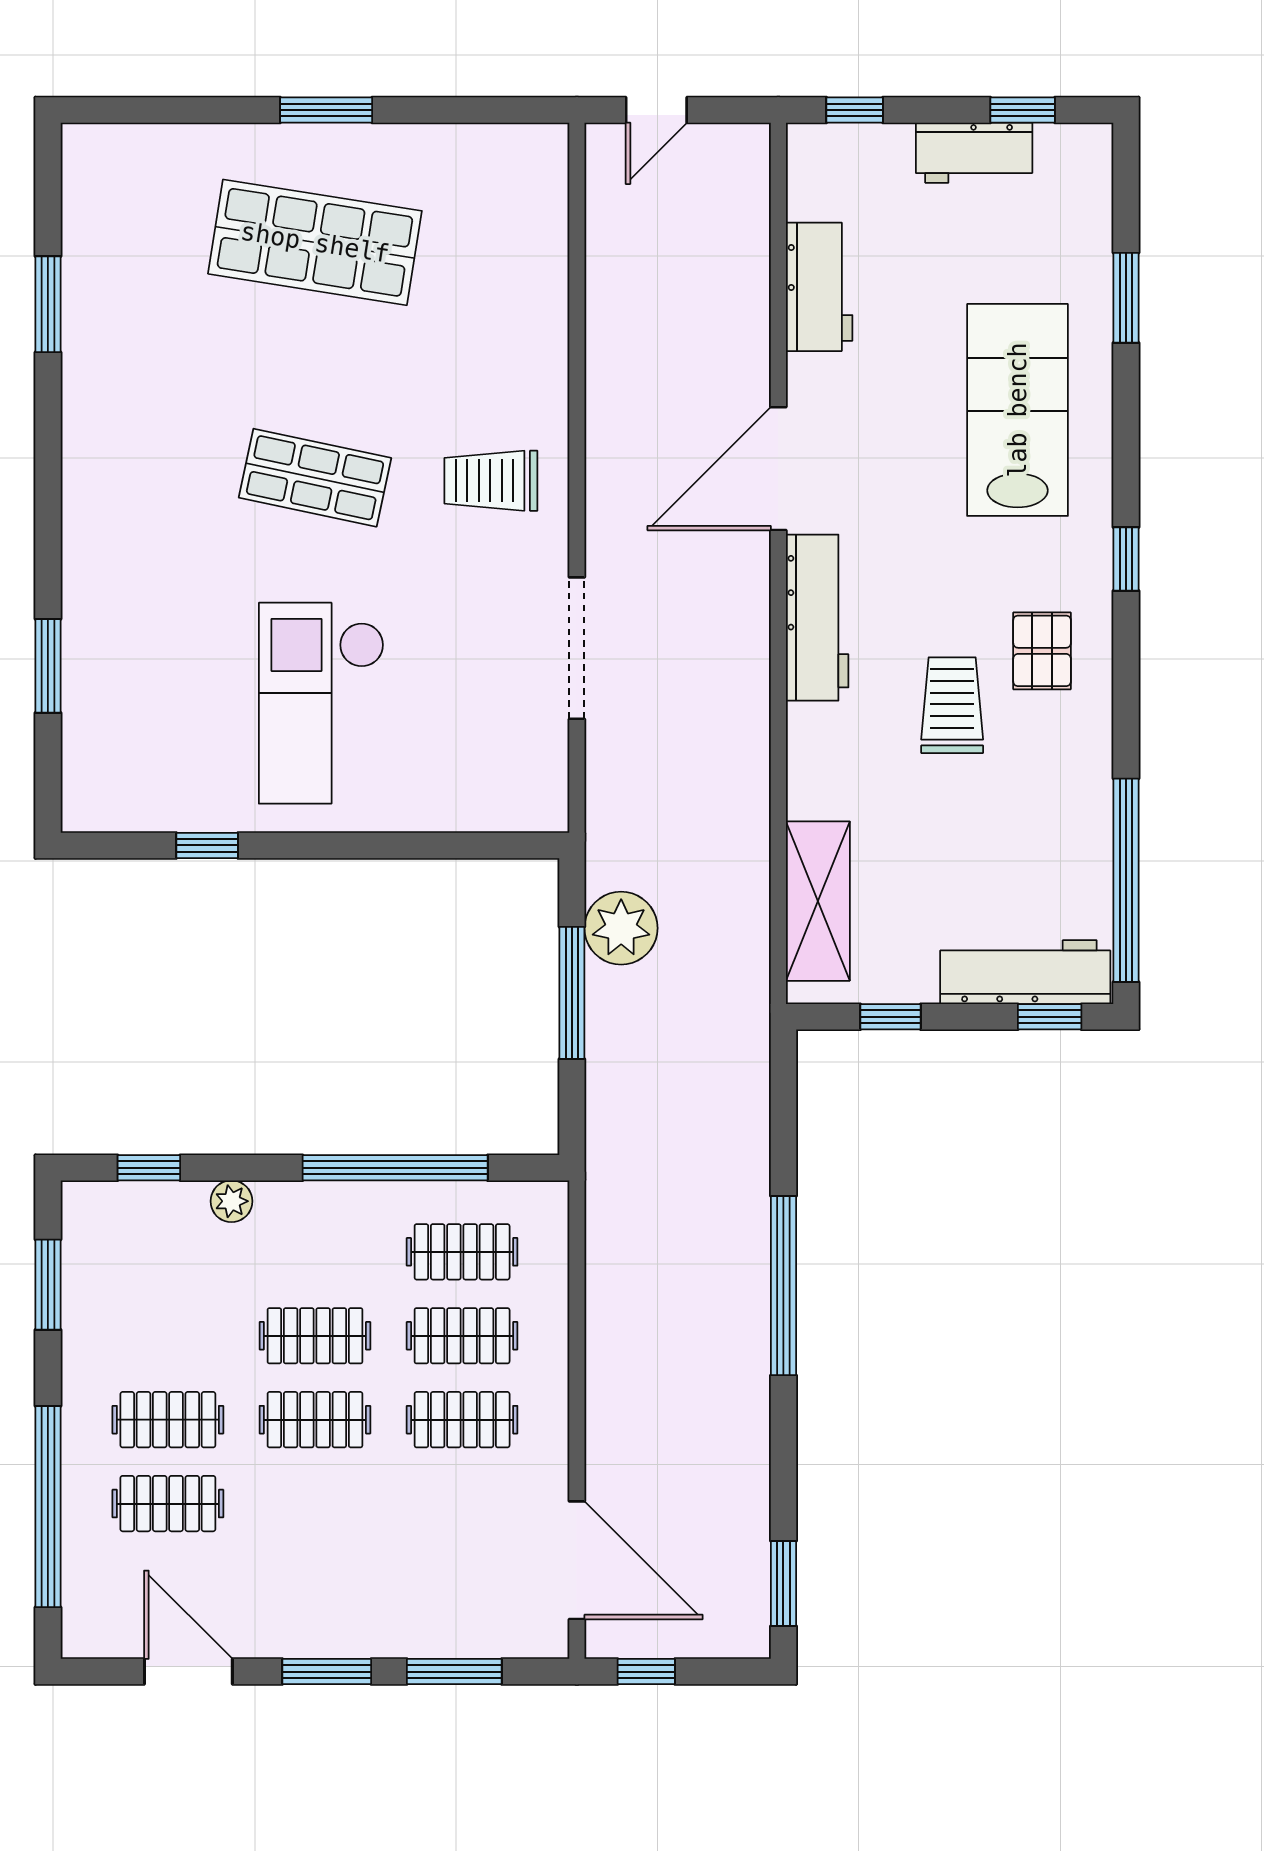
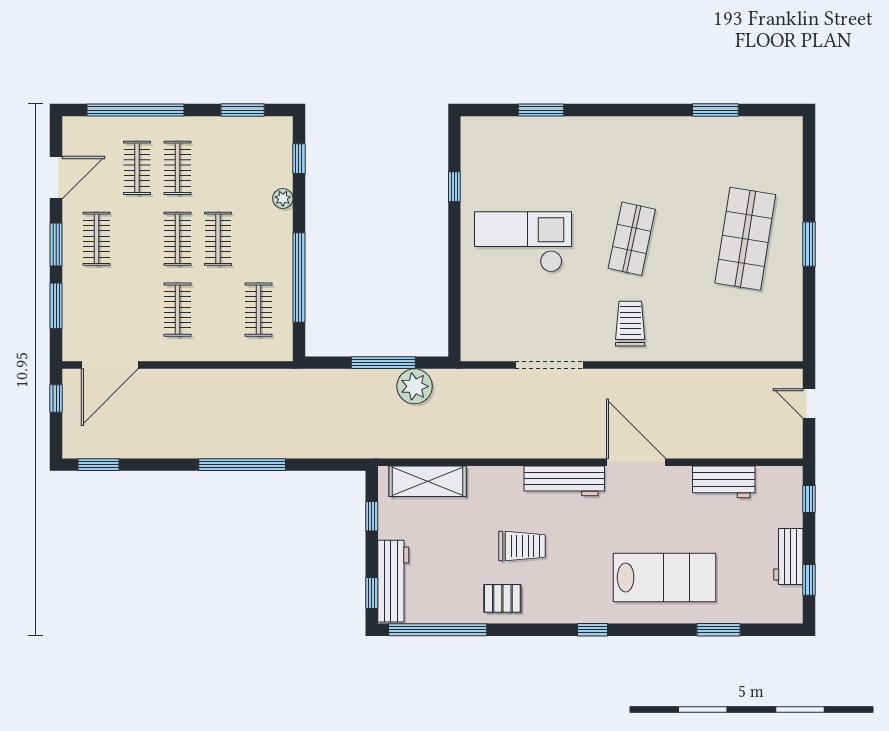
pallet: (1042, 651) -> (502, 598), moved
clothes rail: (462, 1336) -> (97, 239), moved

